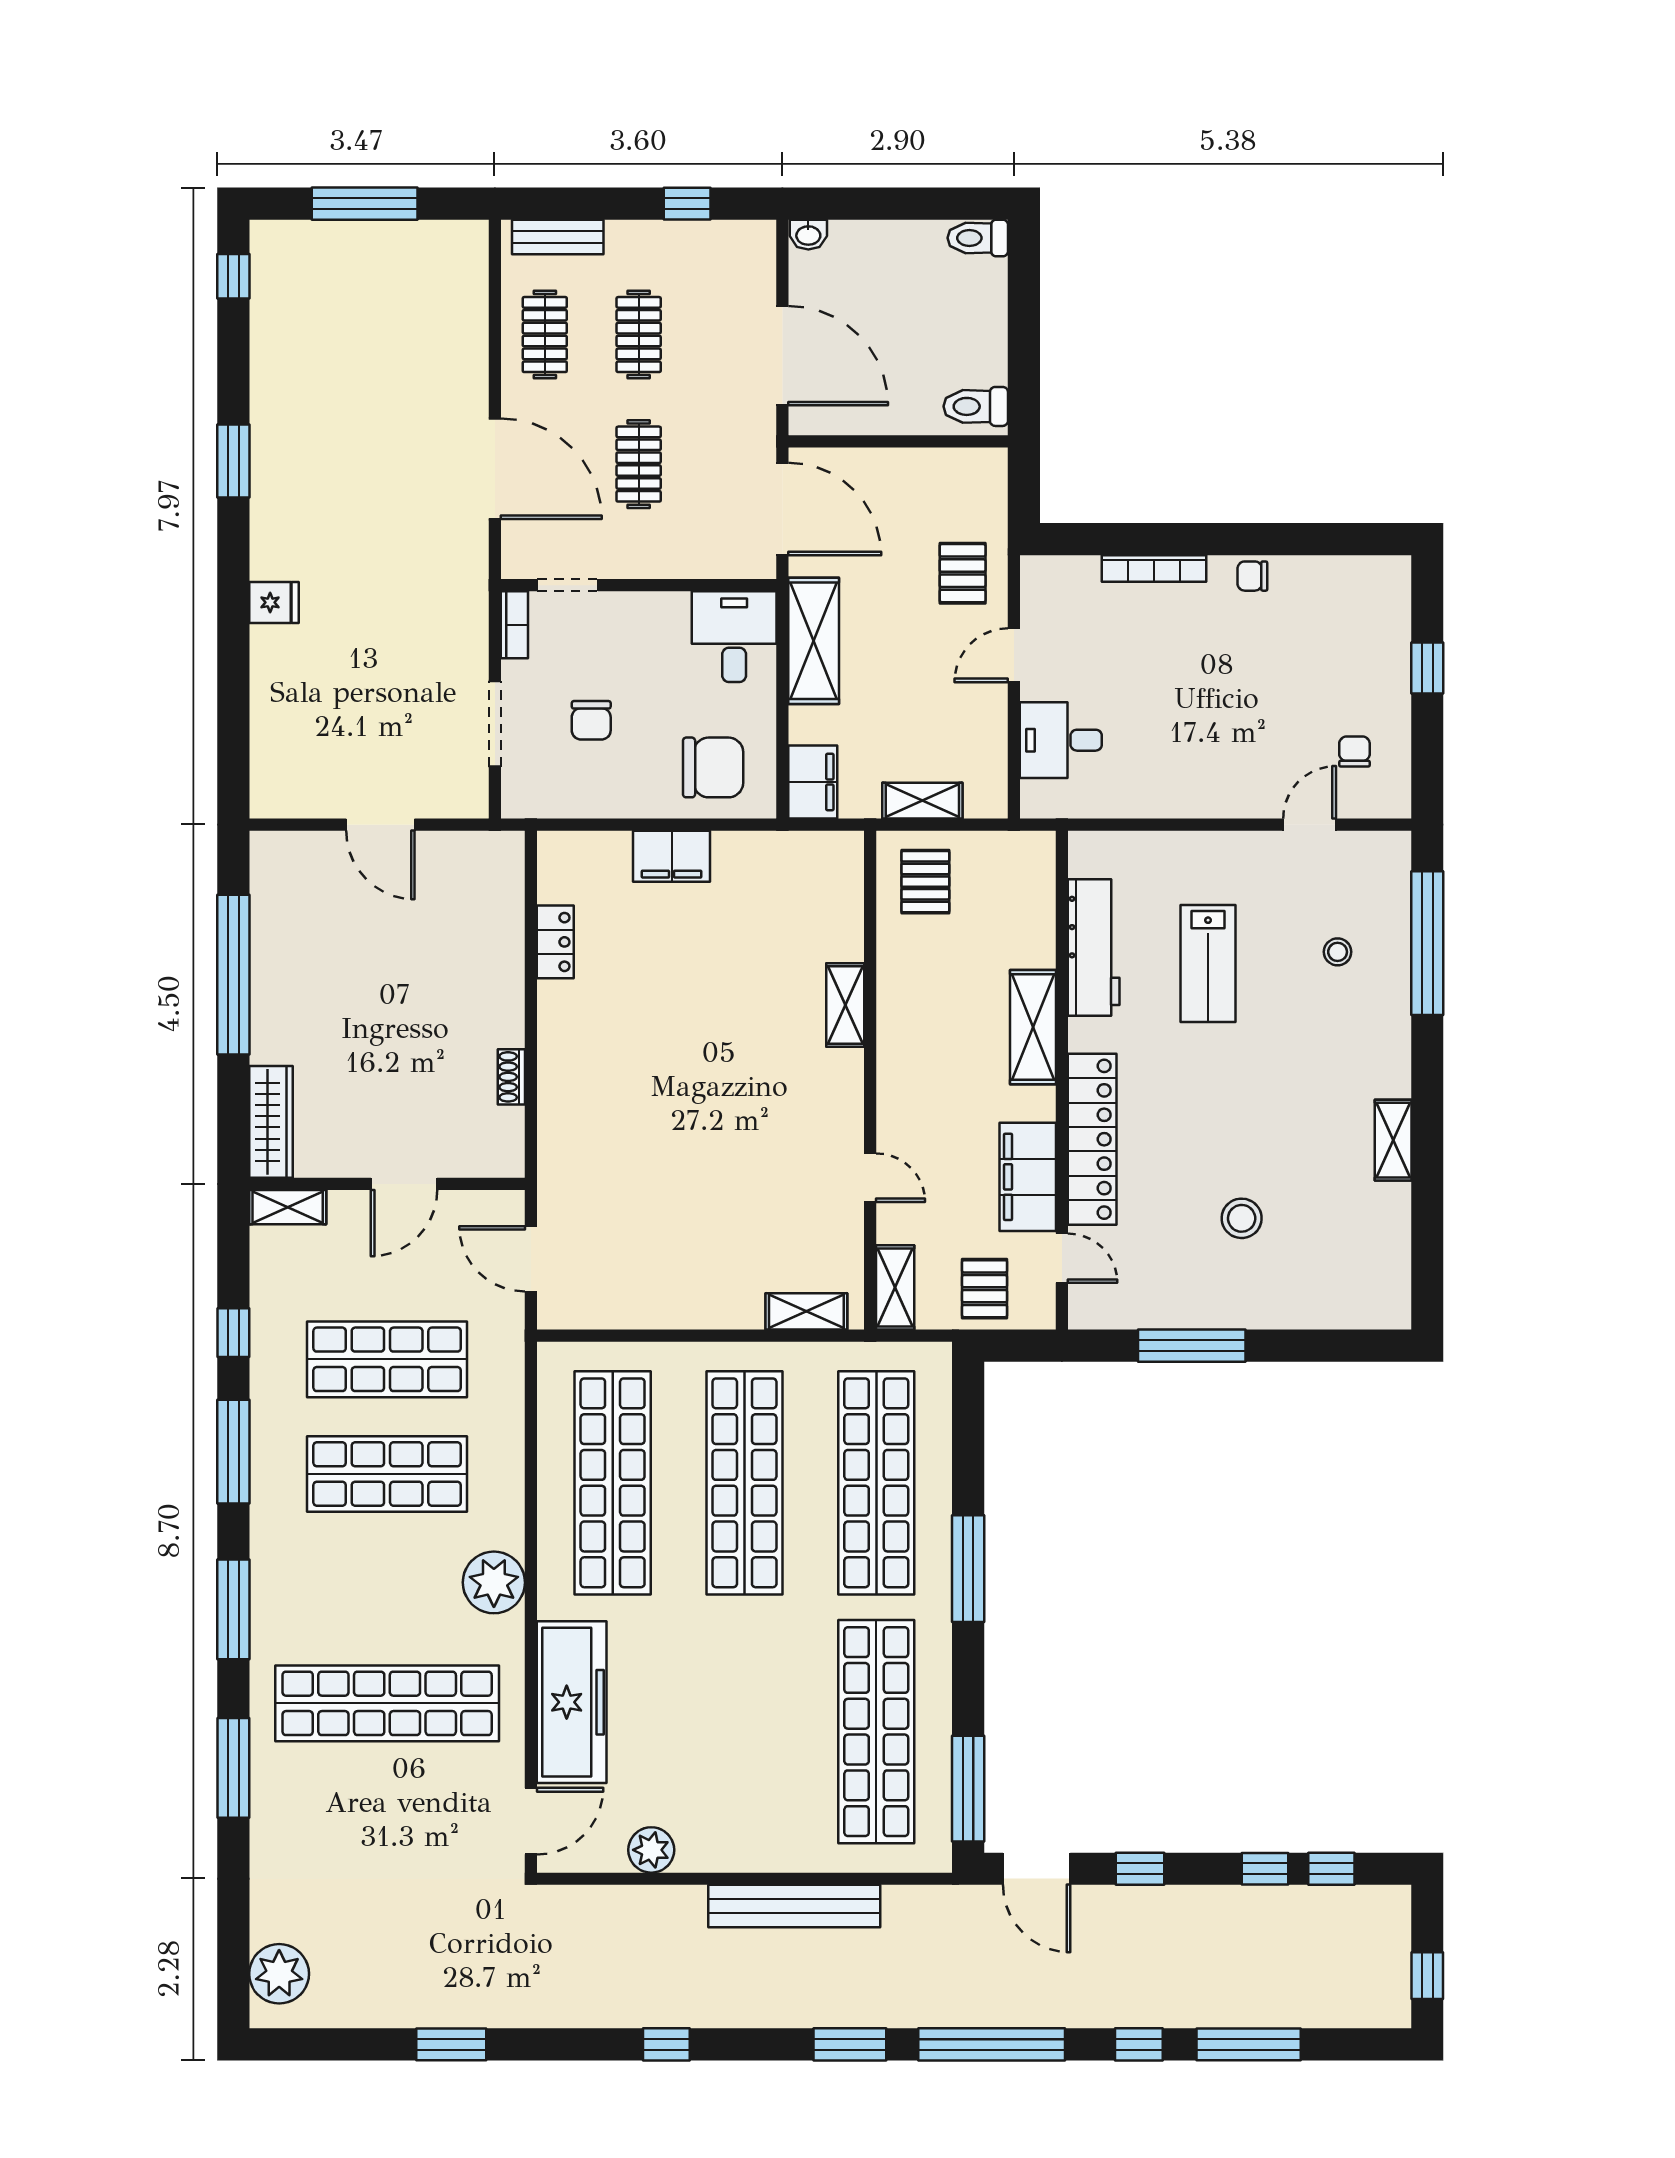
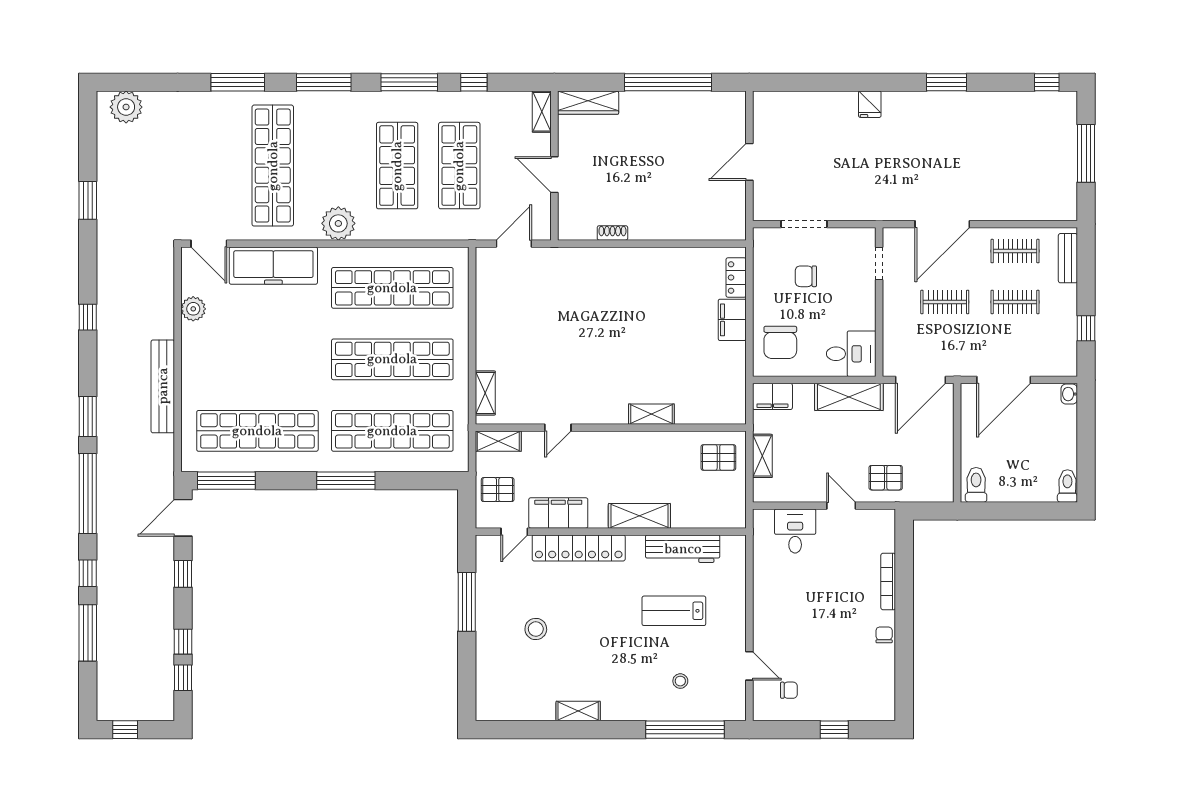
bookcase: (514, 625) -> (858, 235), removed
locker: (555, 942) -> (736, 277), moved, turned 90

